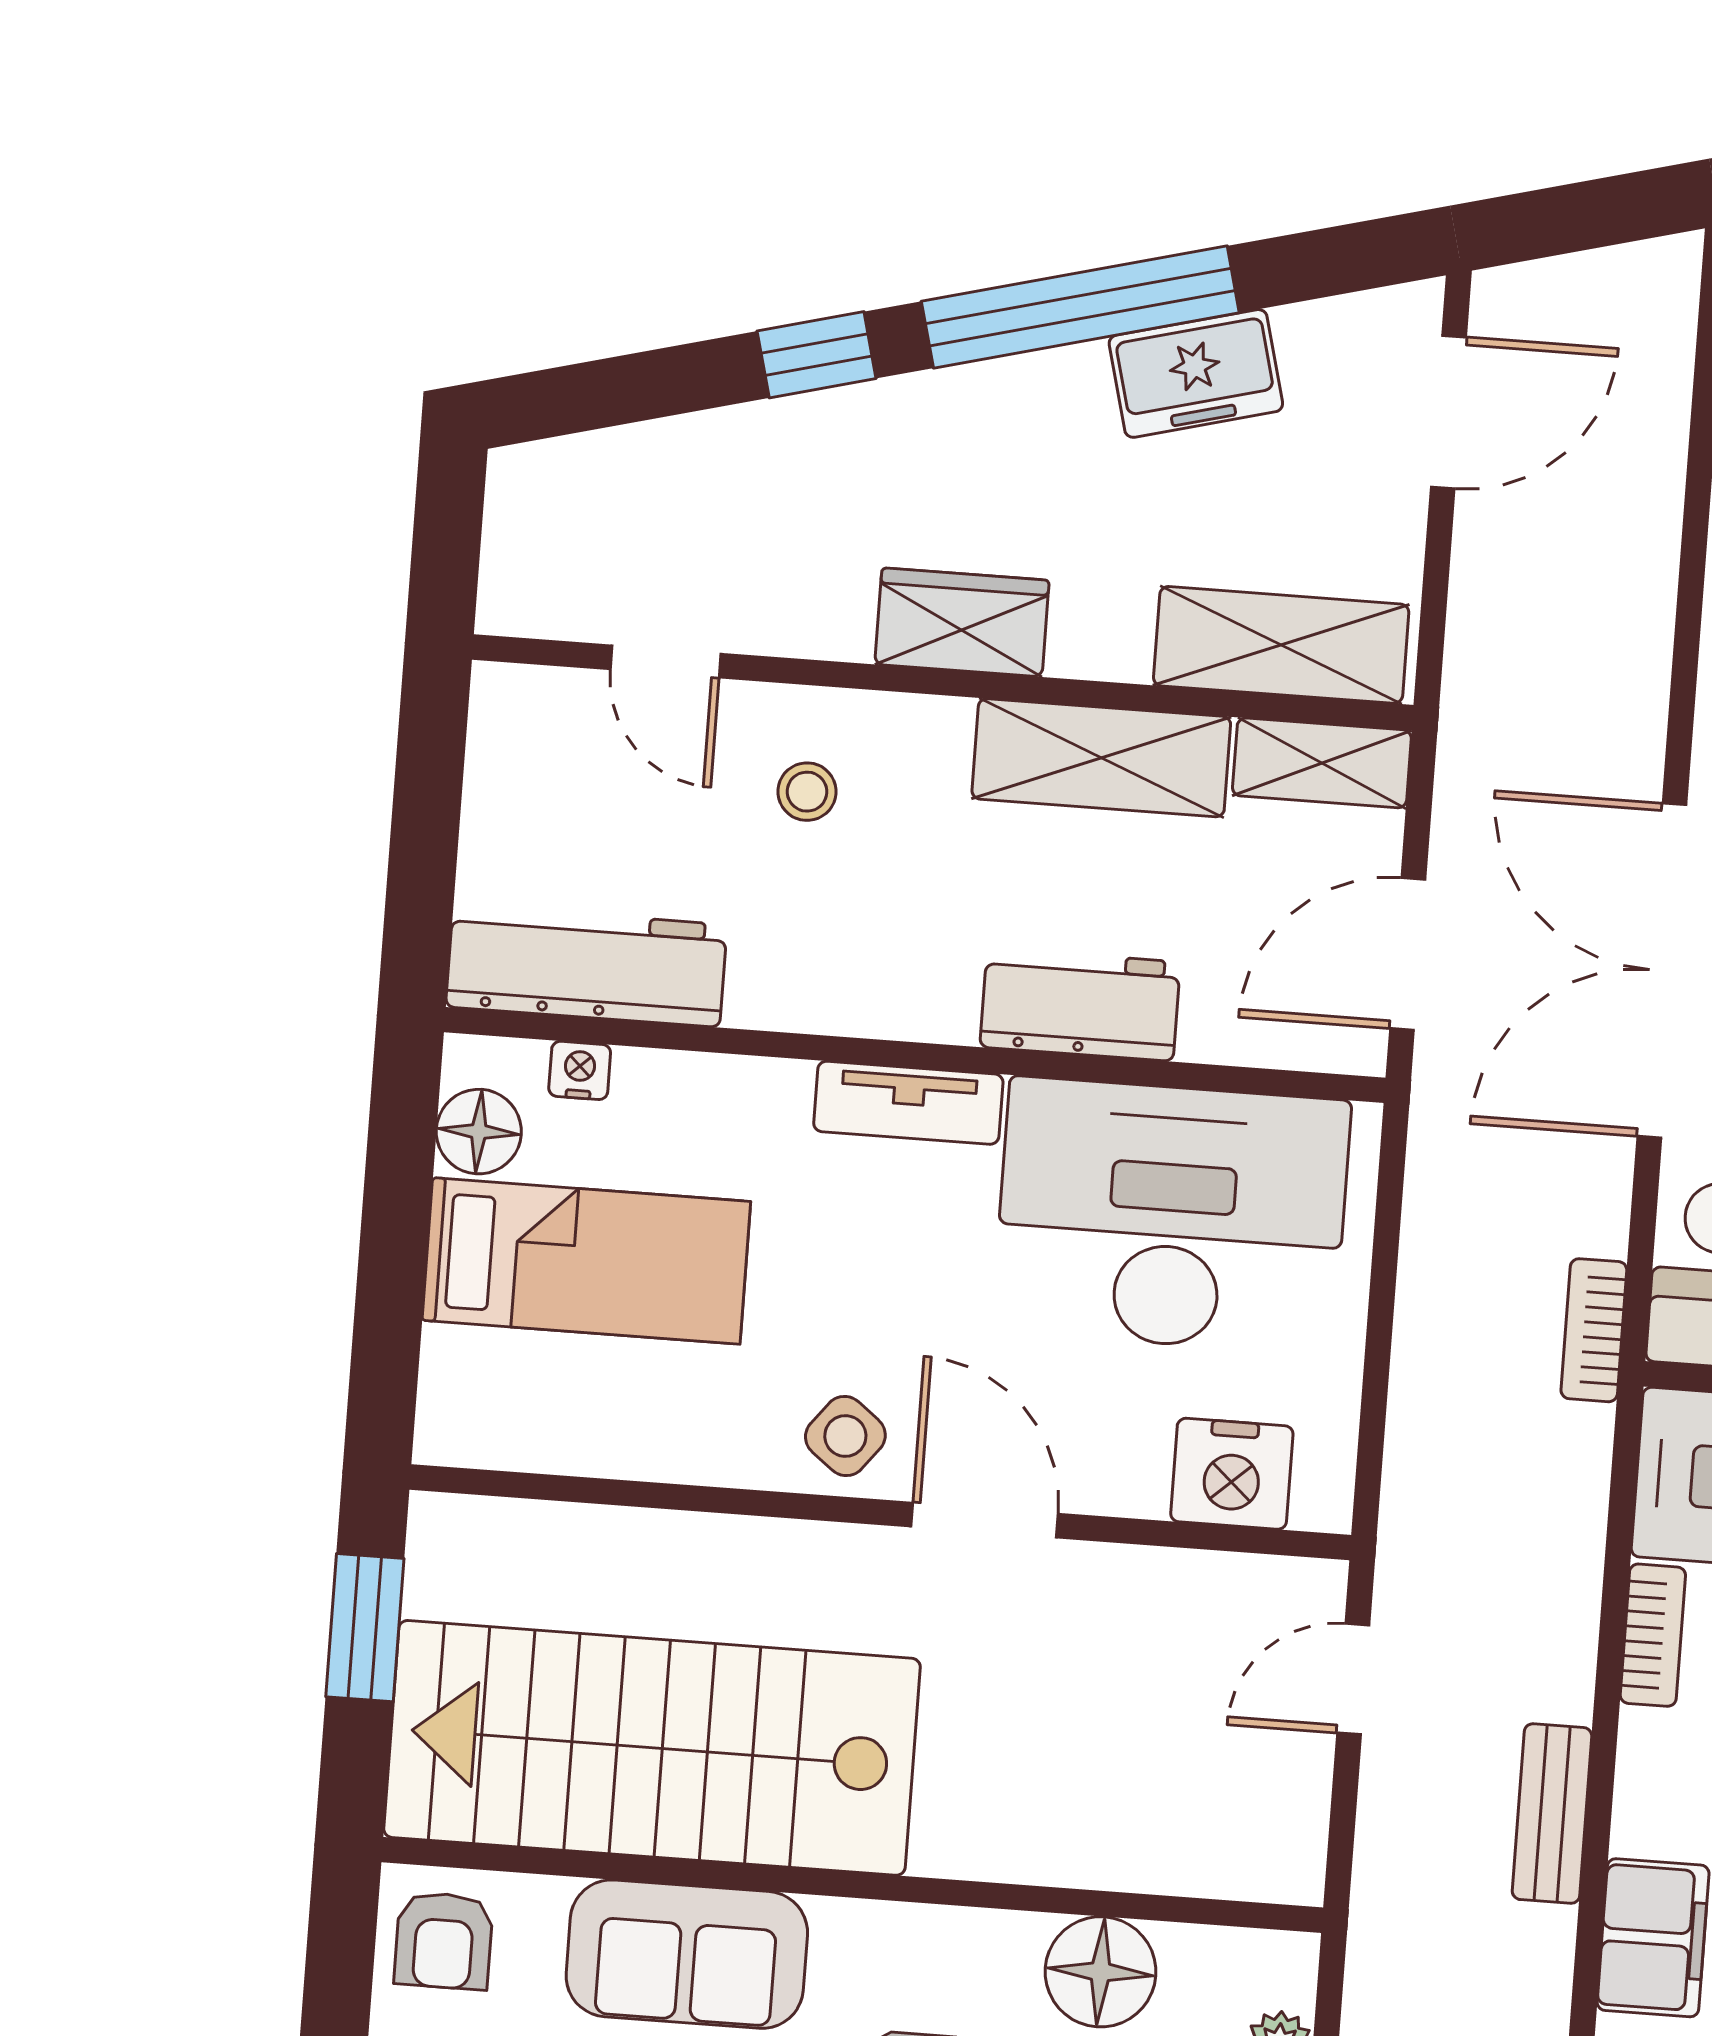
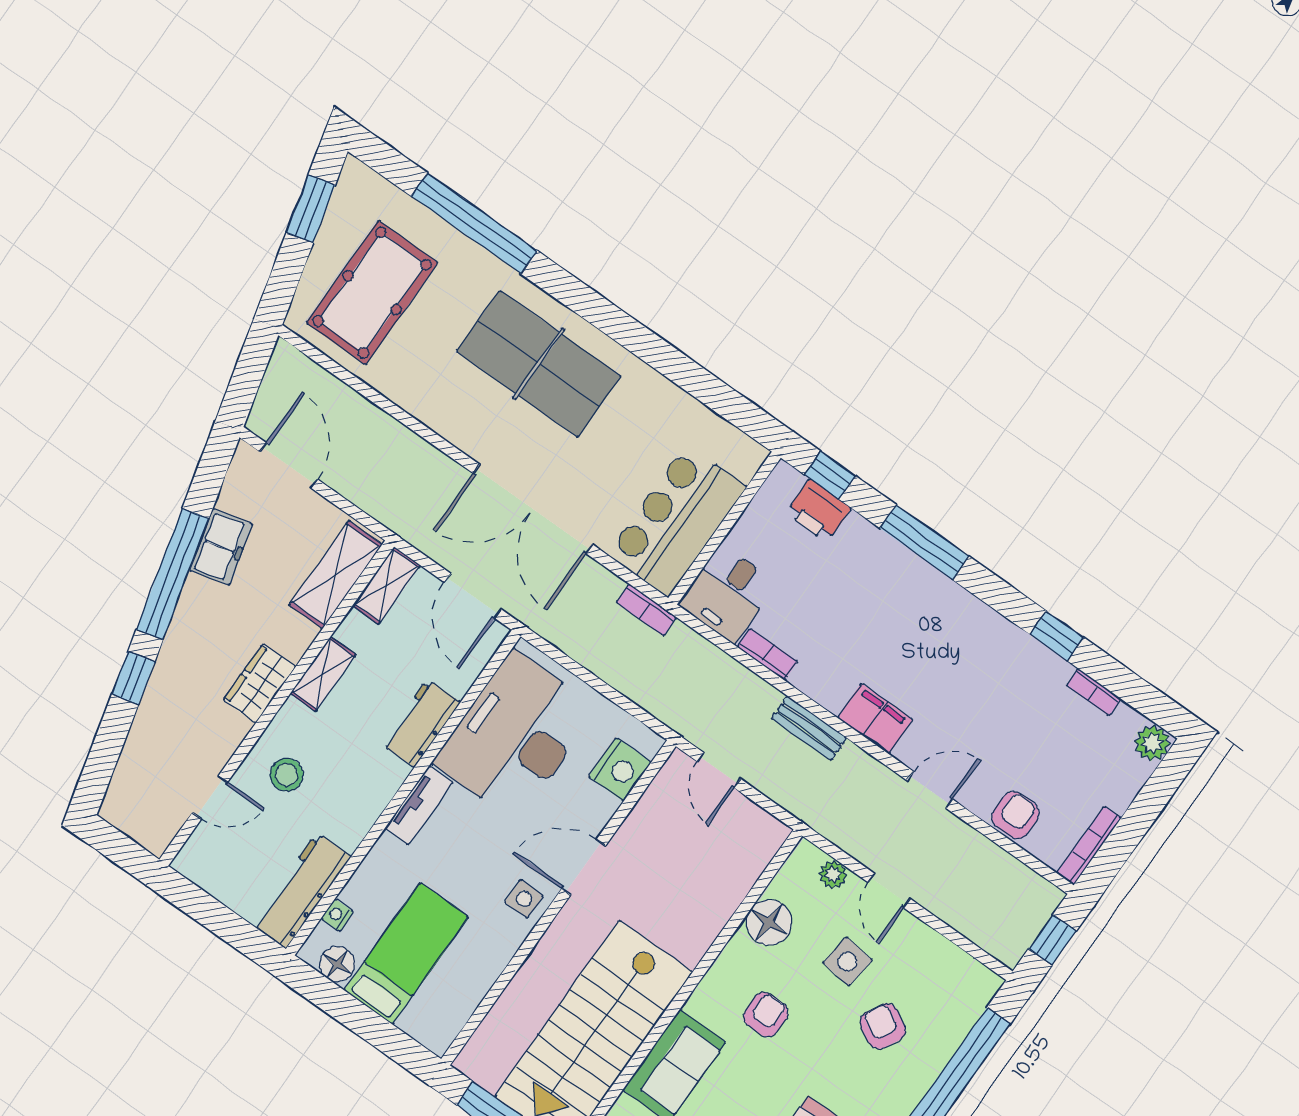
shelving: (1101, 758) -> (323, 674), width x0.67, depth x0.75
stool: (807, 792) -> (287, 775), width x1.37, depth x1.37
side table: (845, 1436) -> (524, 899), turned -38

